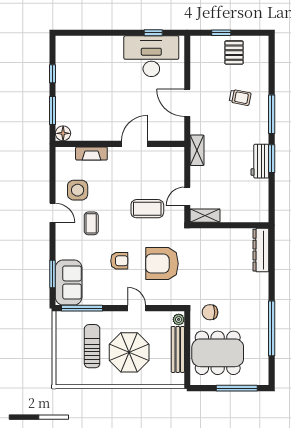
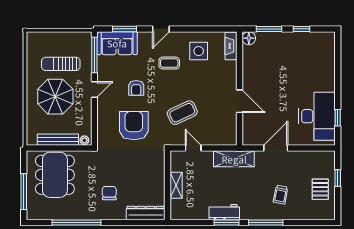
pallet: (234, 53) -> (320, 189), turned 90
shelving: (197, 150) -> (234, 159), width x1.50, depth x1.33
fireplace: (91, 153) -> (231, 46), moved
coffee table: (147, 209) -> (182, 113), turned 65
door: (53, 213) -> (161, 29), moved
shelving: (205, 216) -> (176, 185), moved
door: (137, 308) -> (94, 89), moved
chair: (210, 312) -> (109, 193), moved
sun lounger: (92, 346) -> (61, 64), turned 180

